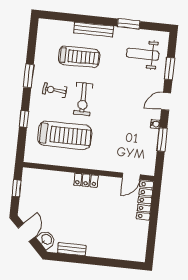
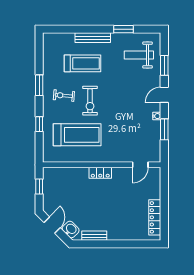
locker: (145, 200) -> (155, 217), moved

